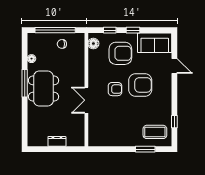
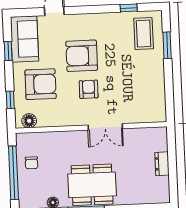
window: (133, 30) -> (8, 51), moved
armchair: (120, 53) -> (41, 84), turned 90
armchair: (140, 85) -> (82, 56), turned -90

